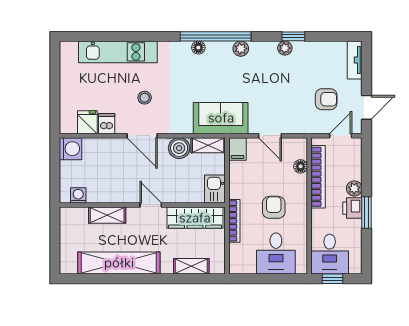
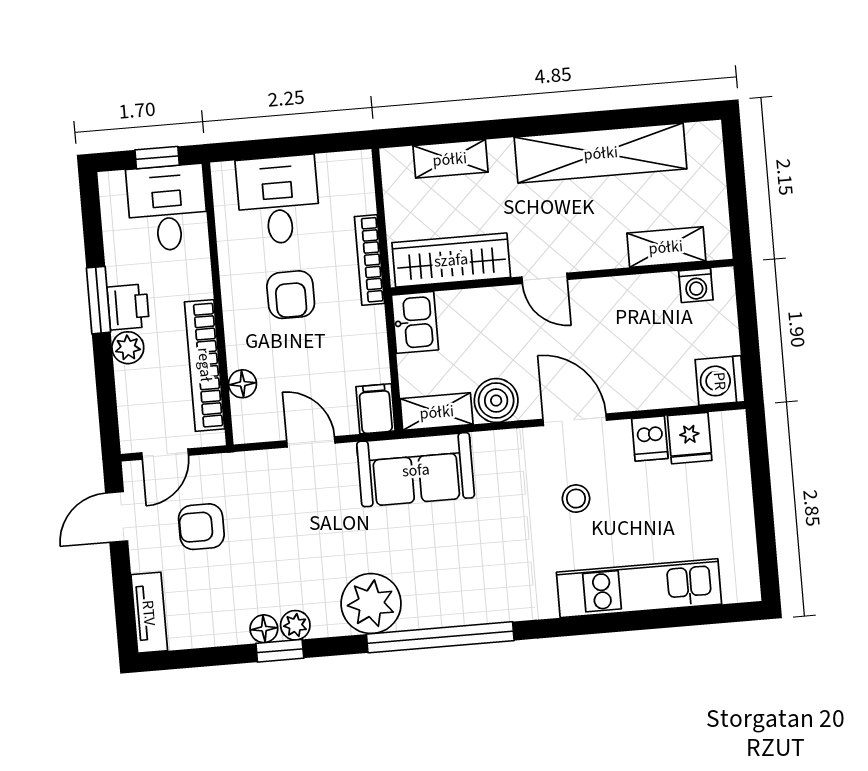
floor lamp: (198, 48) -> (264, 629), moved
plant: (241, 49) -> (371, 604), width x1.87, depth x1.87
shelving: (107, 215) -> (666, 247), moved

